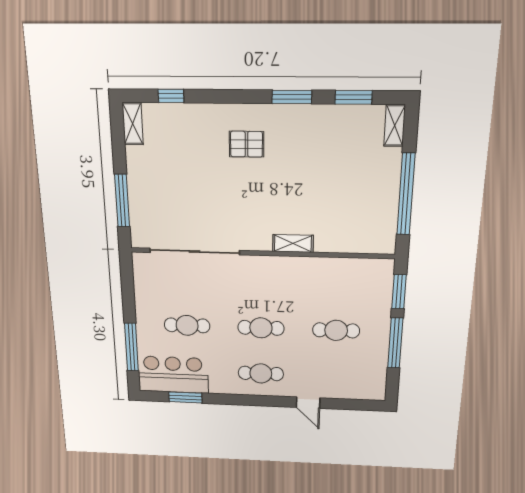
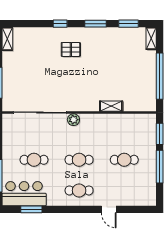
window: (171, 96) -> (60, 24), moved
shelving: (293, 243) -> (111, 106), moved
plant: (252, 265) -> (73, 120), added

